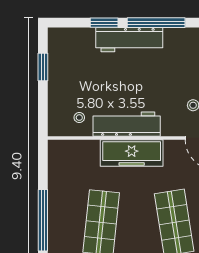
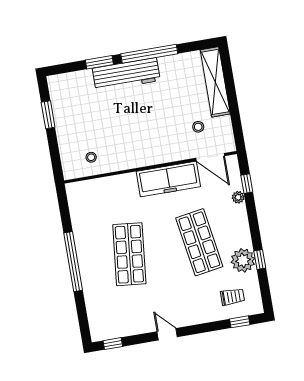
workbench: (127, 124) -> (138, 156), removed
freezer: (132, 153) -> (168, 179), moved

